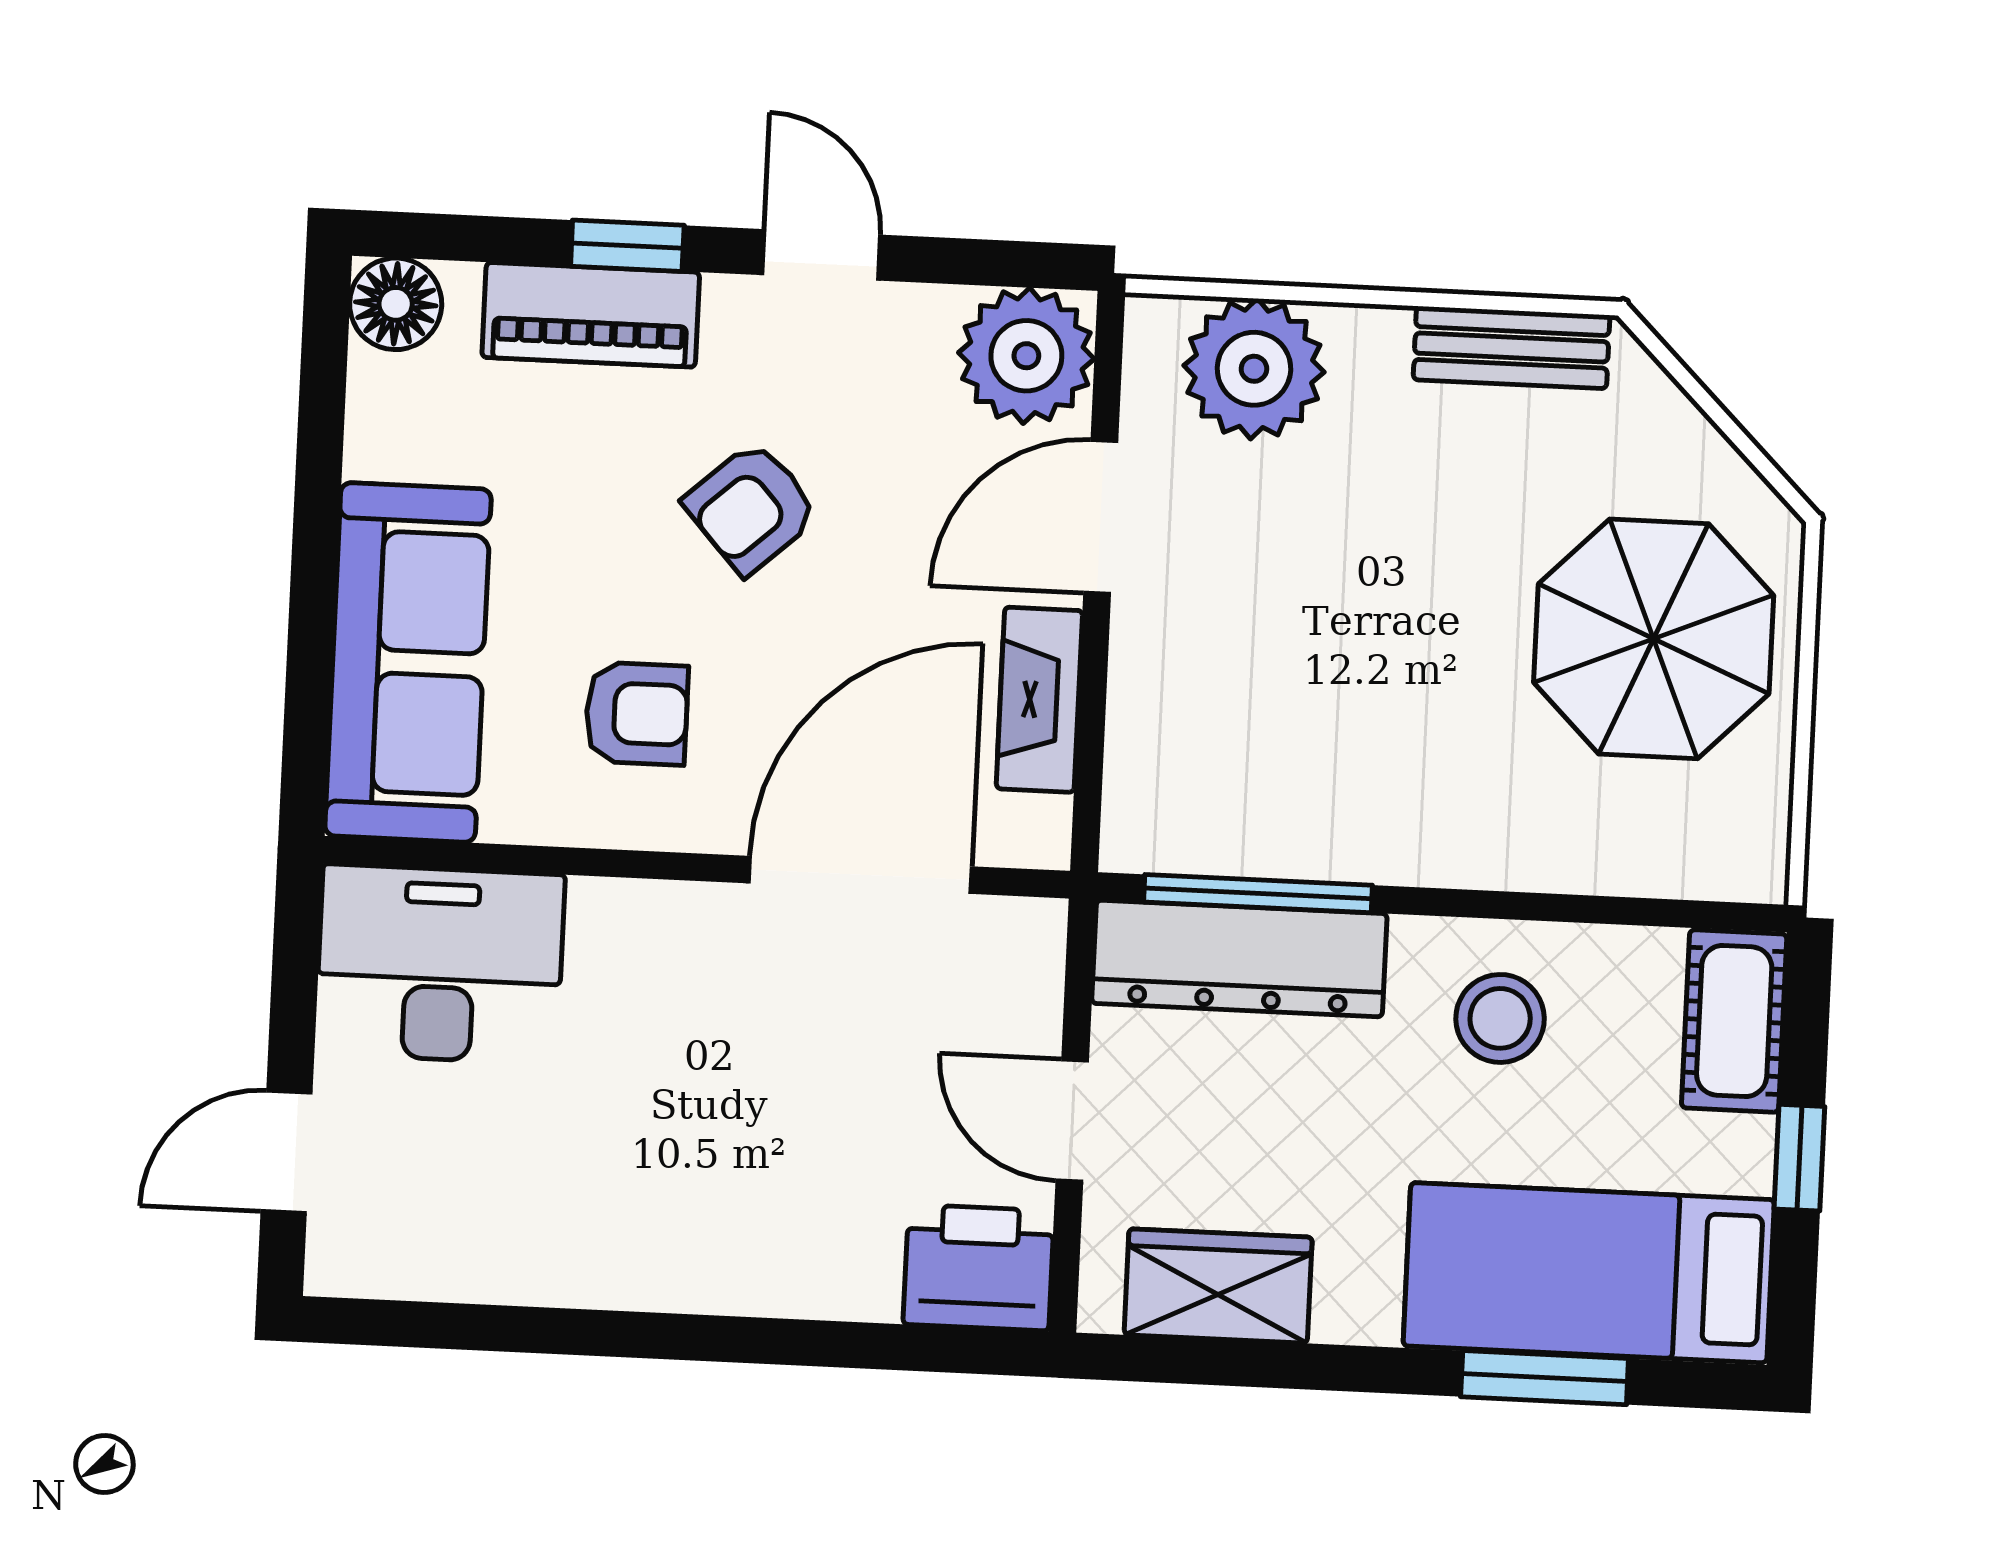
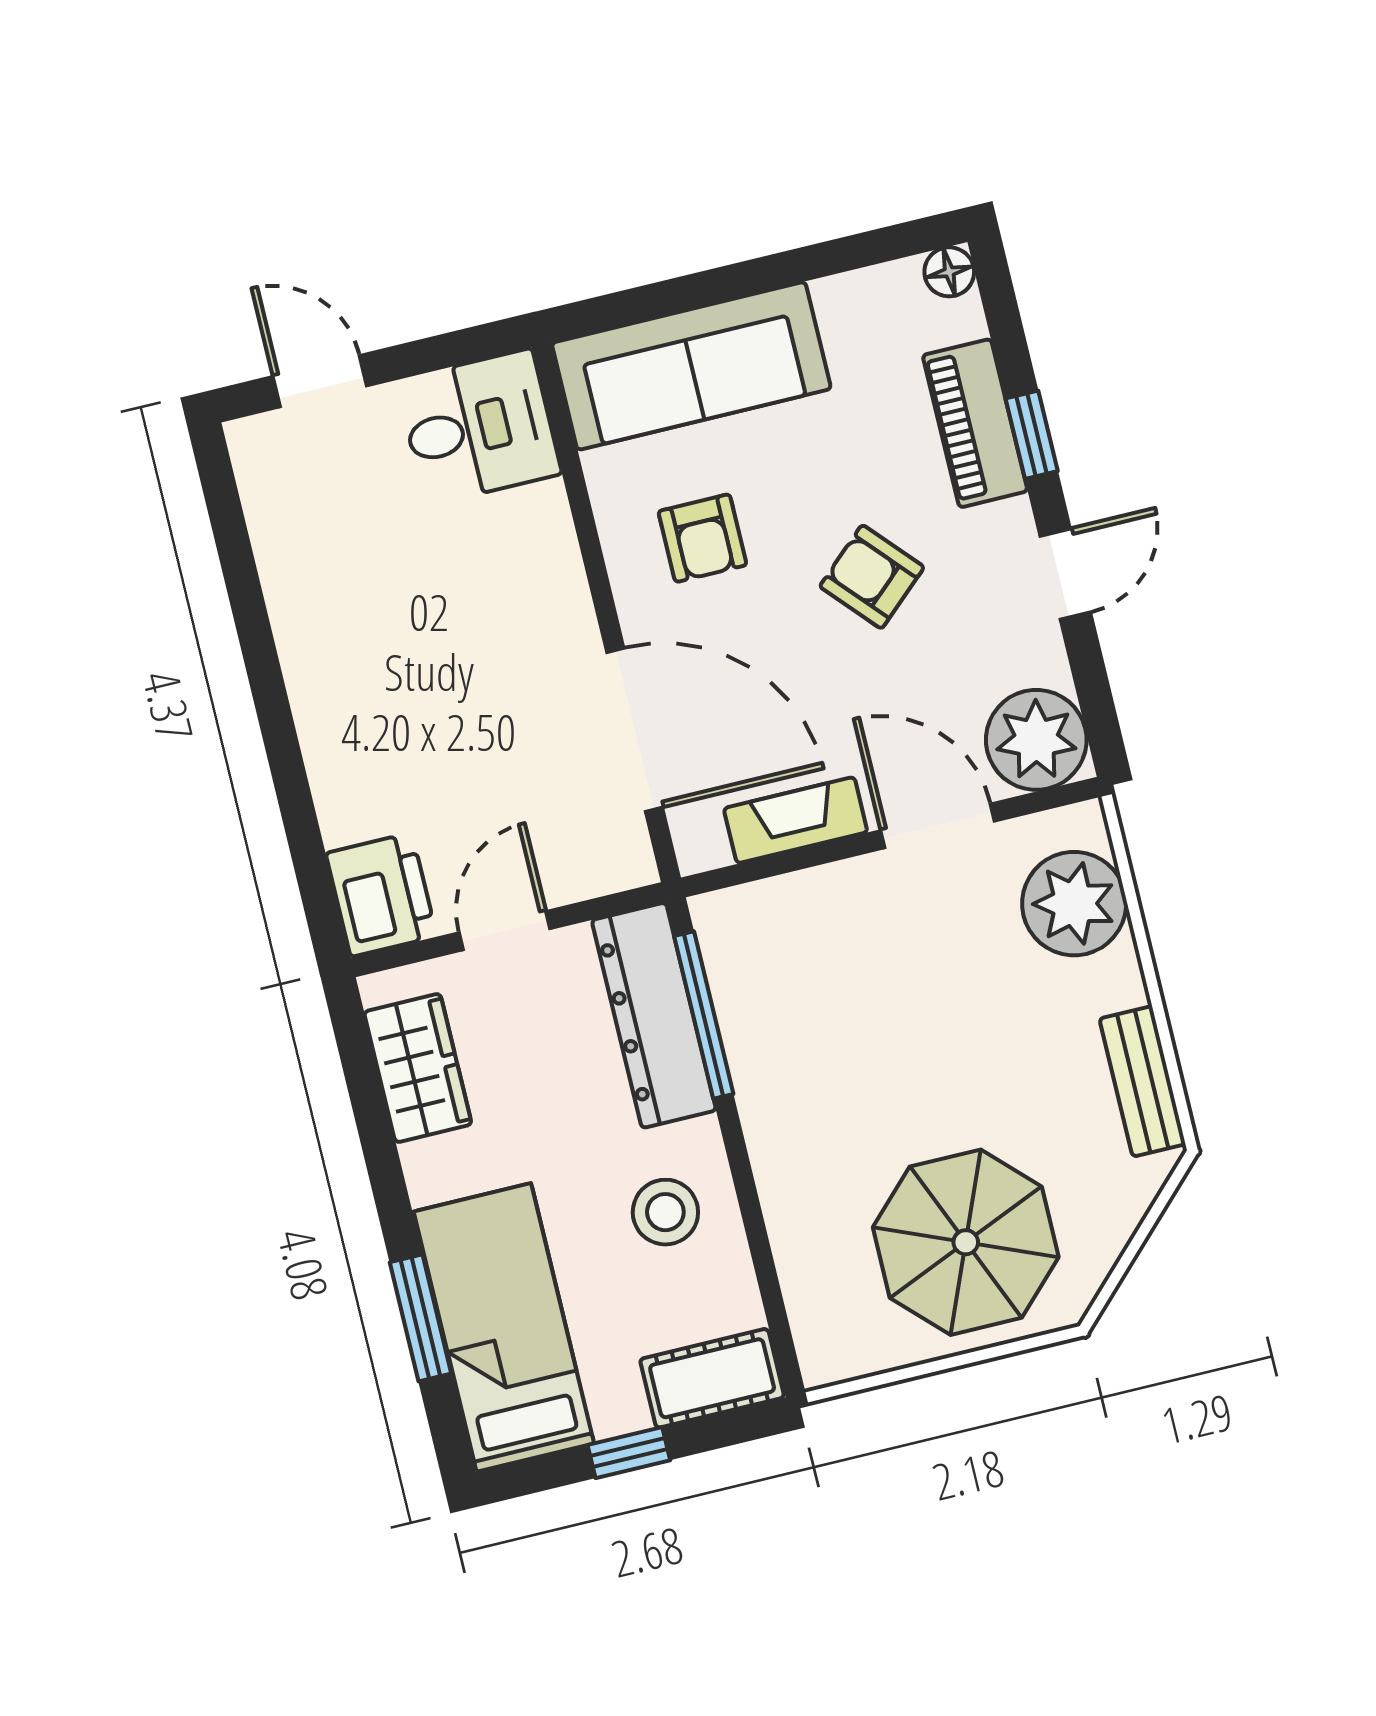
floor lamp: (396, 304) -> (949, 272), width x0.73, depth x0.73
desk: (440, 964) -> (479, 427), width x0.73

